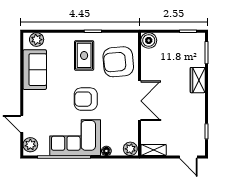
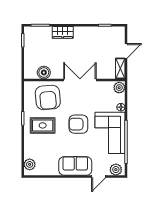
boiler: (149, 40) -> (44, 72), moved
sofa: (35, 70) -> (75, 166), moved
armchair: (86, 99) -> (78, 124), turned 90
door: (188, 157) -> (126, 51), moved

